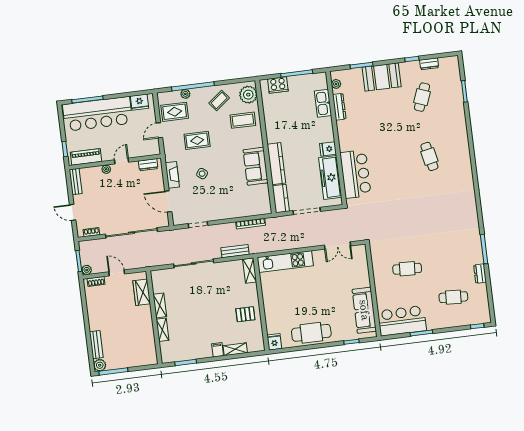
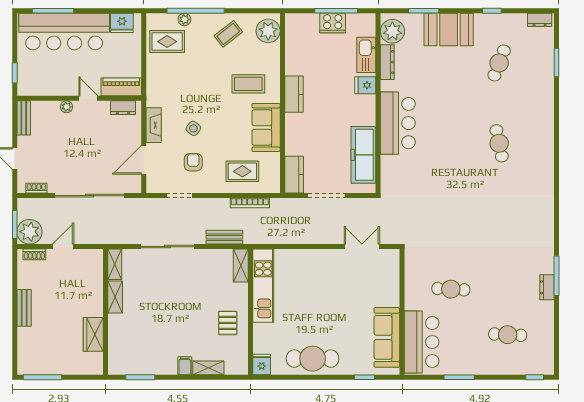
dresser: (429, 64) -> (540, 20), moved
plant: (336, 84) -> (392, 31), width x1.87, depth x1.87
cooker: (278, 85) -> (333, 23), moved
coffee table: (243, 120) -> (248, 84), moved
door: (159, 130) -> (144, 64), removed
rug: (197, 140) -> (242, 171), moved
fridge: (328, 149) -> (365, 85), moved
piano: (86, 157) -> (121, 87), moved
door: (122, 161) -> (88, 98), hinge flipped
kitchen counter: (276, 164) -> (294, 94), moved, width x0.67
bar counter: (356, 174) -> (398, 123), moved
armchair: (205, 199) -> (193, 162), added
door: (168, 201) -> (144, 160), hinge flipped
double door: (337, 245) -> (362, 247), swing flipped
kitchen unit: (285, 261) -> (263, 286), moved, turned -90
plant: (87, 270) -> (30, 232), width x1.87, depth x1.87
door: (117, 273) -> (63, 247), hinge flipped
dresser: (480, 274) -> (547, 287), moved
wardrobe: (142, 292) -> (93, 334), moved
pallet: (245, 314) -> (228, 323), turned 90
bar counter: (402, 321) -> (422, 342), moved, turned 90
shelving: (162, 330) -> (115, 264), moved
bench: (96, 345) -> (24, 308), moved
plant: (100, 365) -> (25, 367), removed

